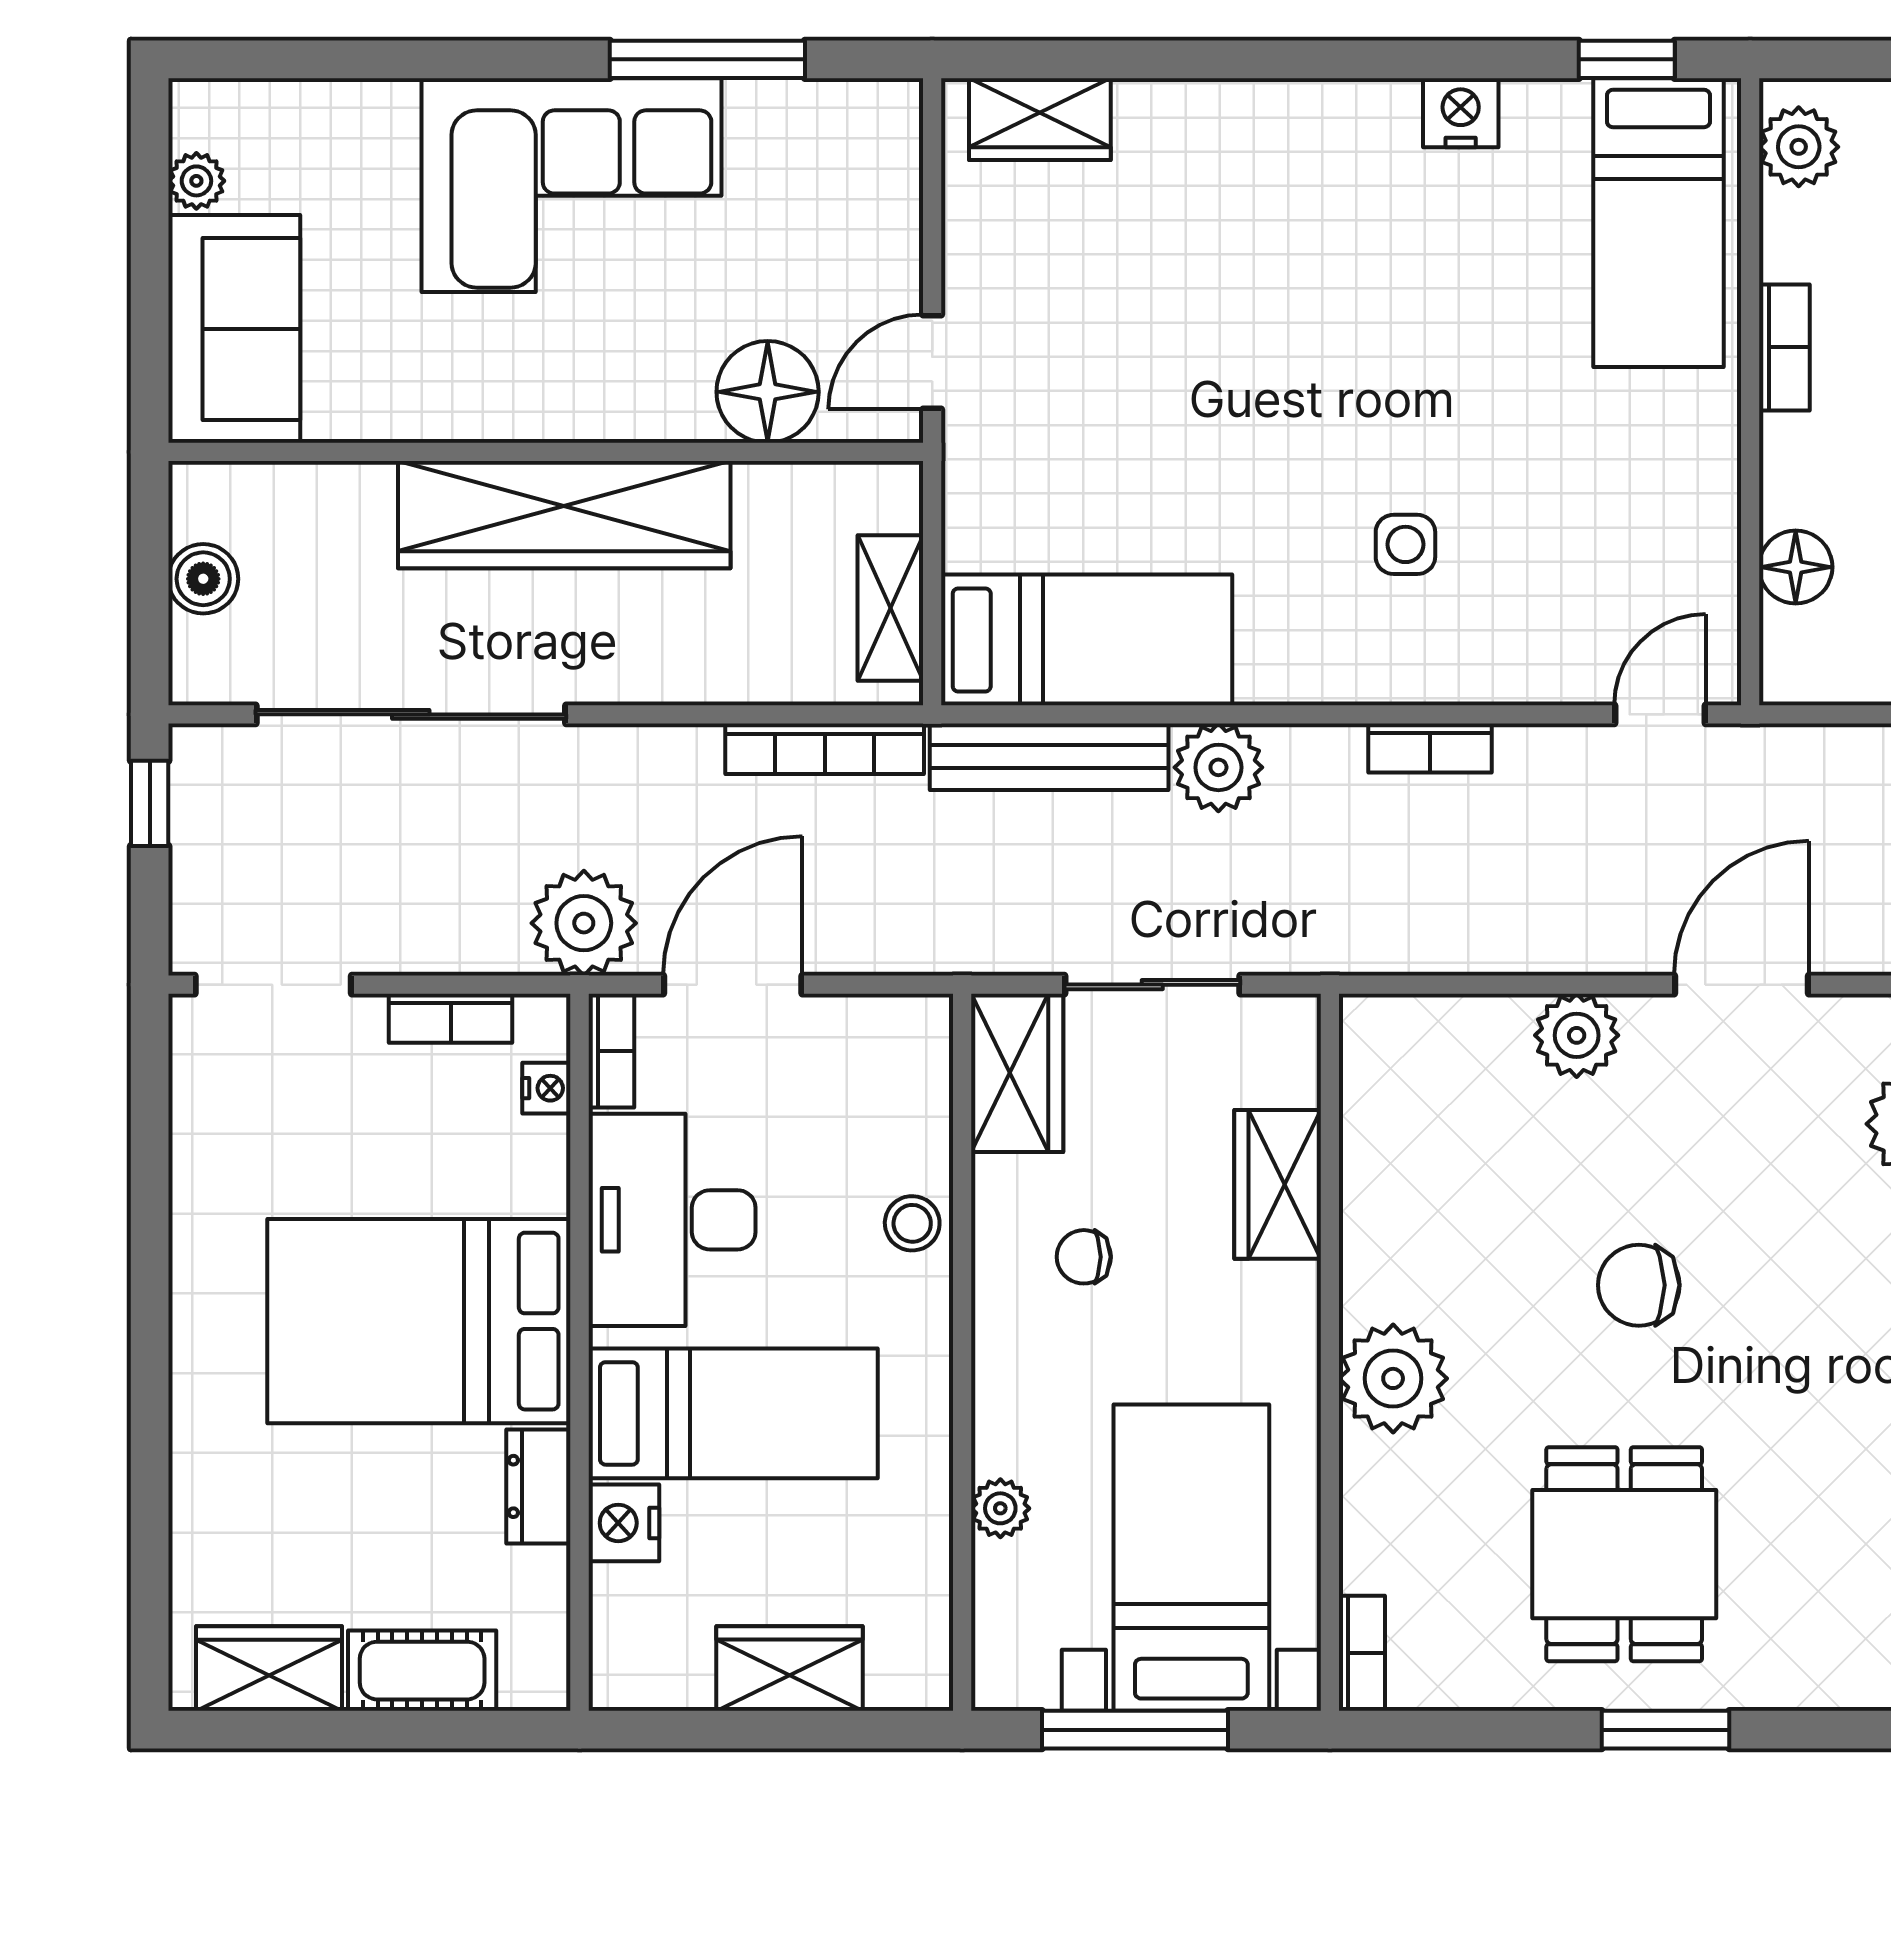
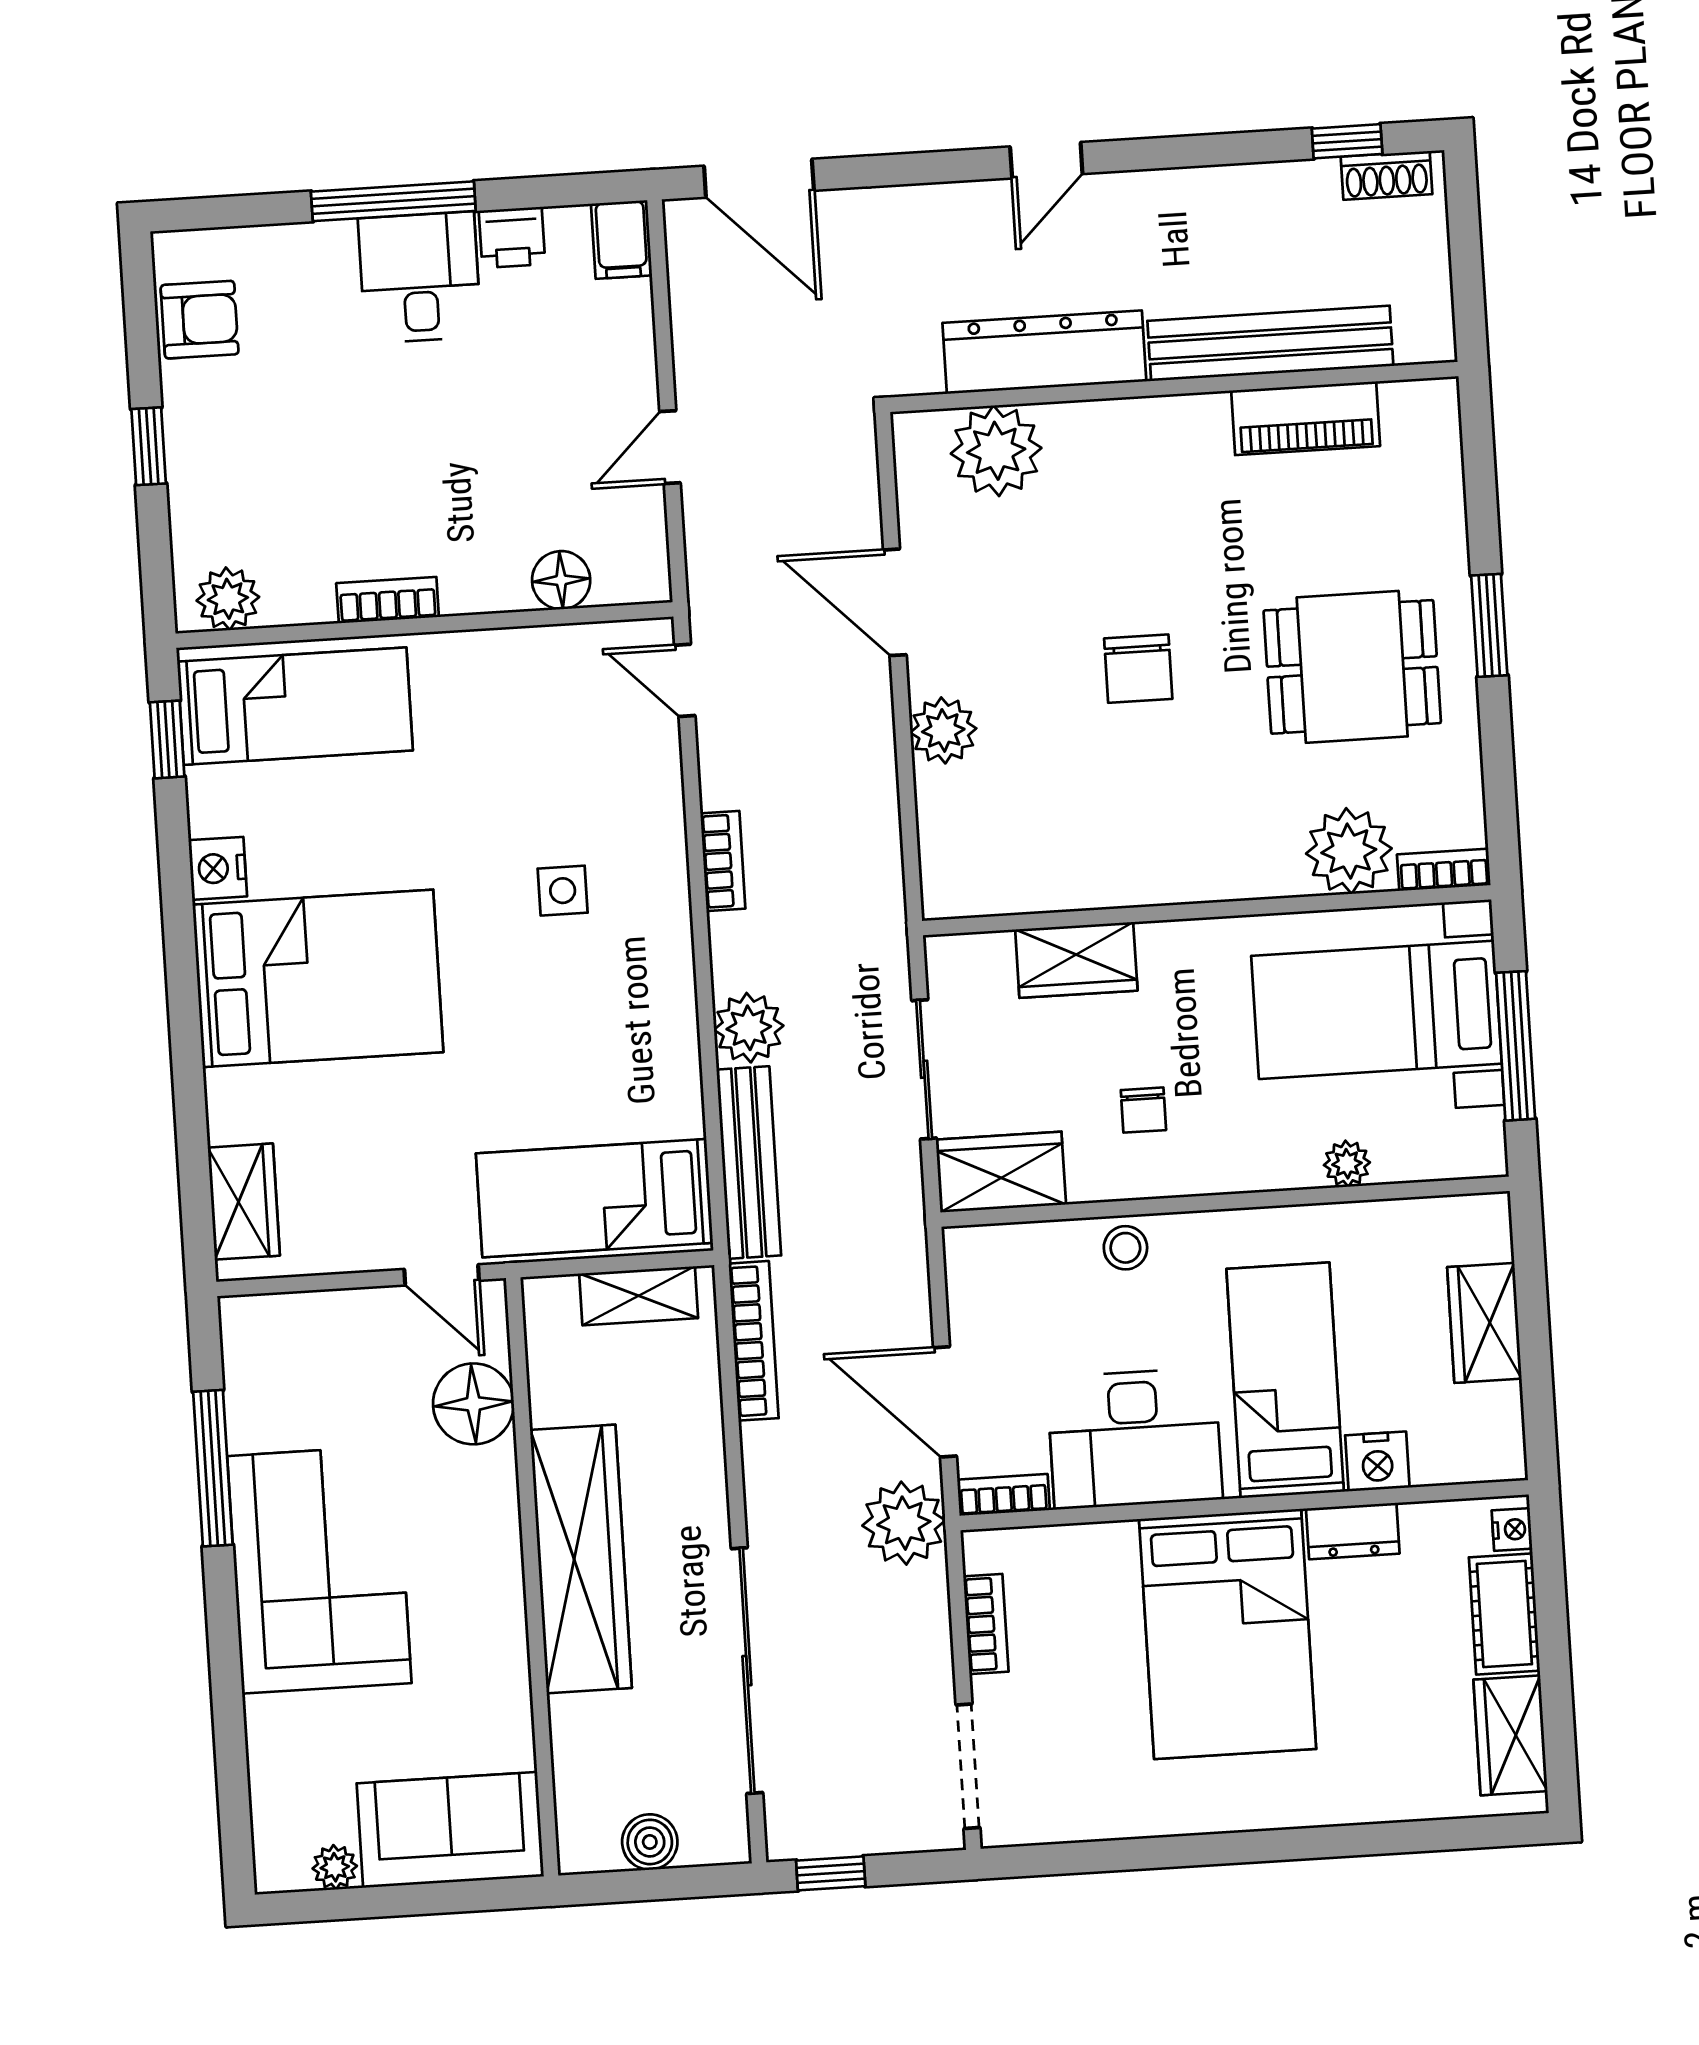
bed: (1314, 230) -> (318, 978), added
bed: (1087, 640) -> (594, 1198), moved, turned -90
nightstand: (546, 1088) -> (1512, 1529), moved, turned 90
plant: (1393, 1378) -> (1349, 851), moved

